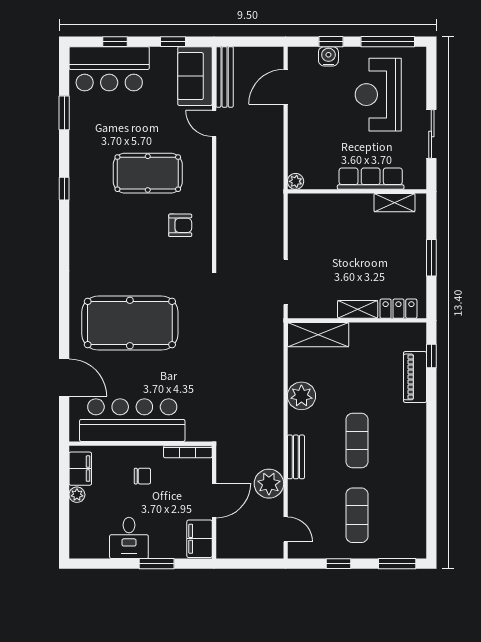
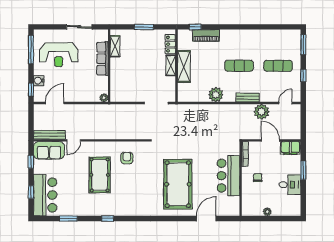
window: (331, 42) -> (31, 90), moved
door: (286, 87) -> (55, 103), swing flipped
shelving: (318, 335) -> (184, 66), moved
bar counter: (132, 420) -> (228, 176), width x0.73
filing cabinet: (80, 469) -> (254, 210), removed

